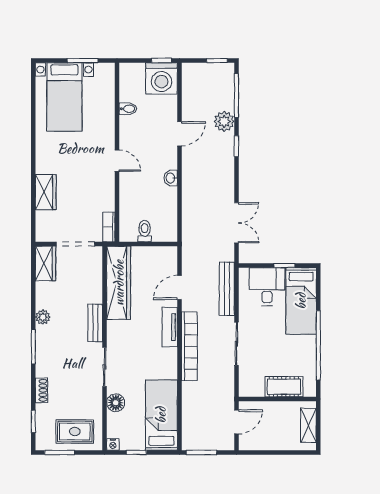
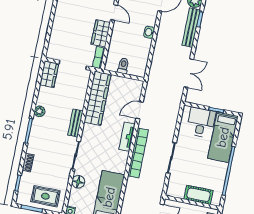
wardrobe: (46, 192) -> (101, 33), moved, turned 180
bench: (227, 289) -> (191, 28), moved

